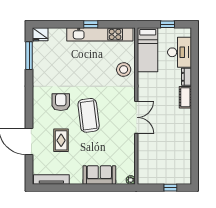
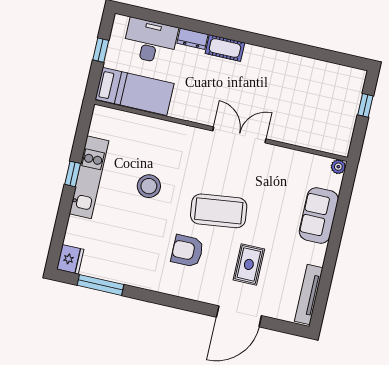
kitchen unit: (100, 34) -> (89, 177), width x0.73
stool: (124, 70) -> (149, 186), moved
rug: (61, 140) -> (249, 264), turned 90

